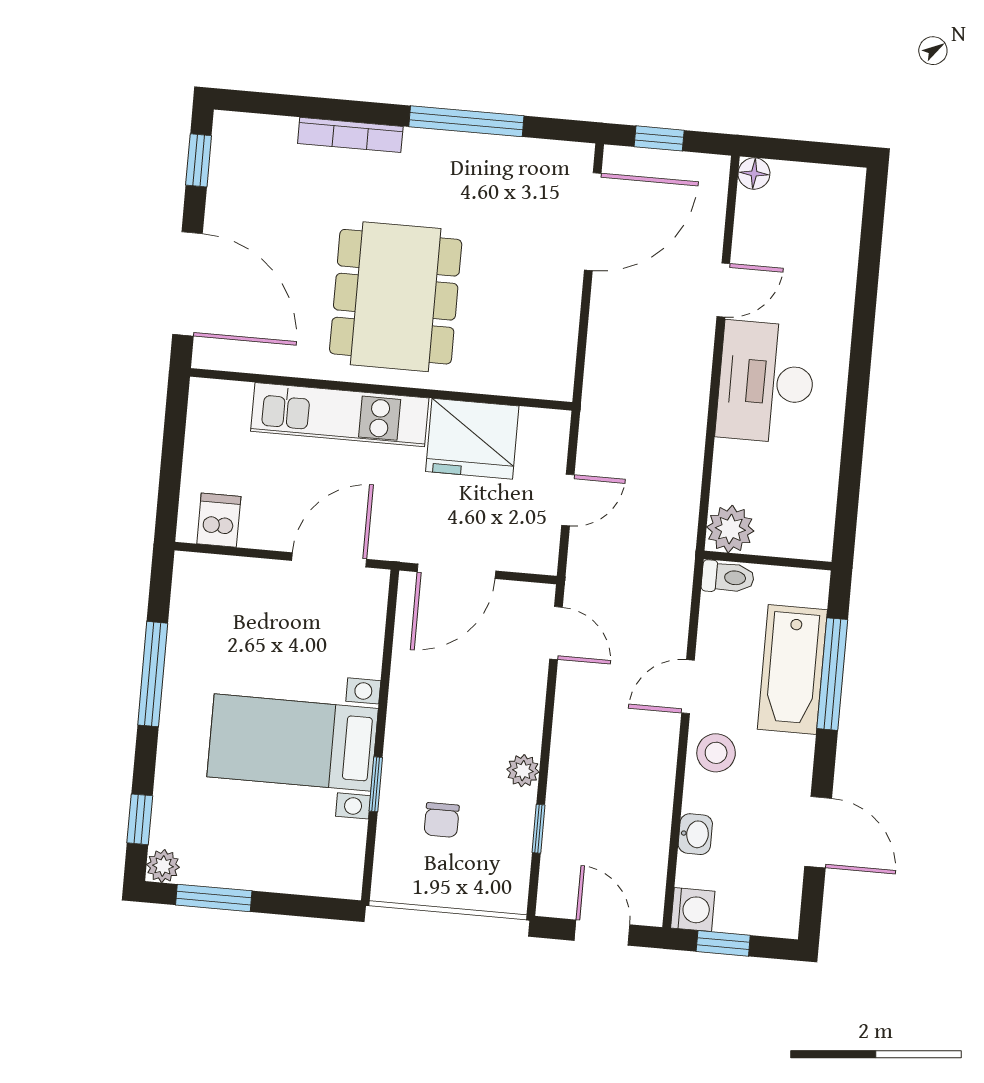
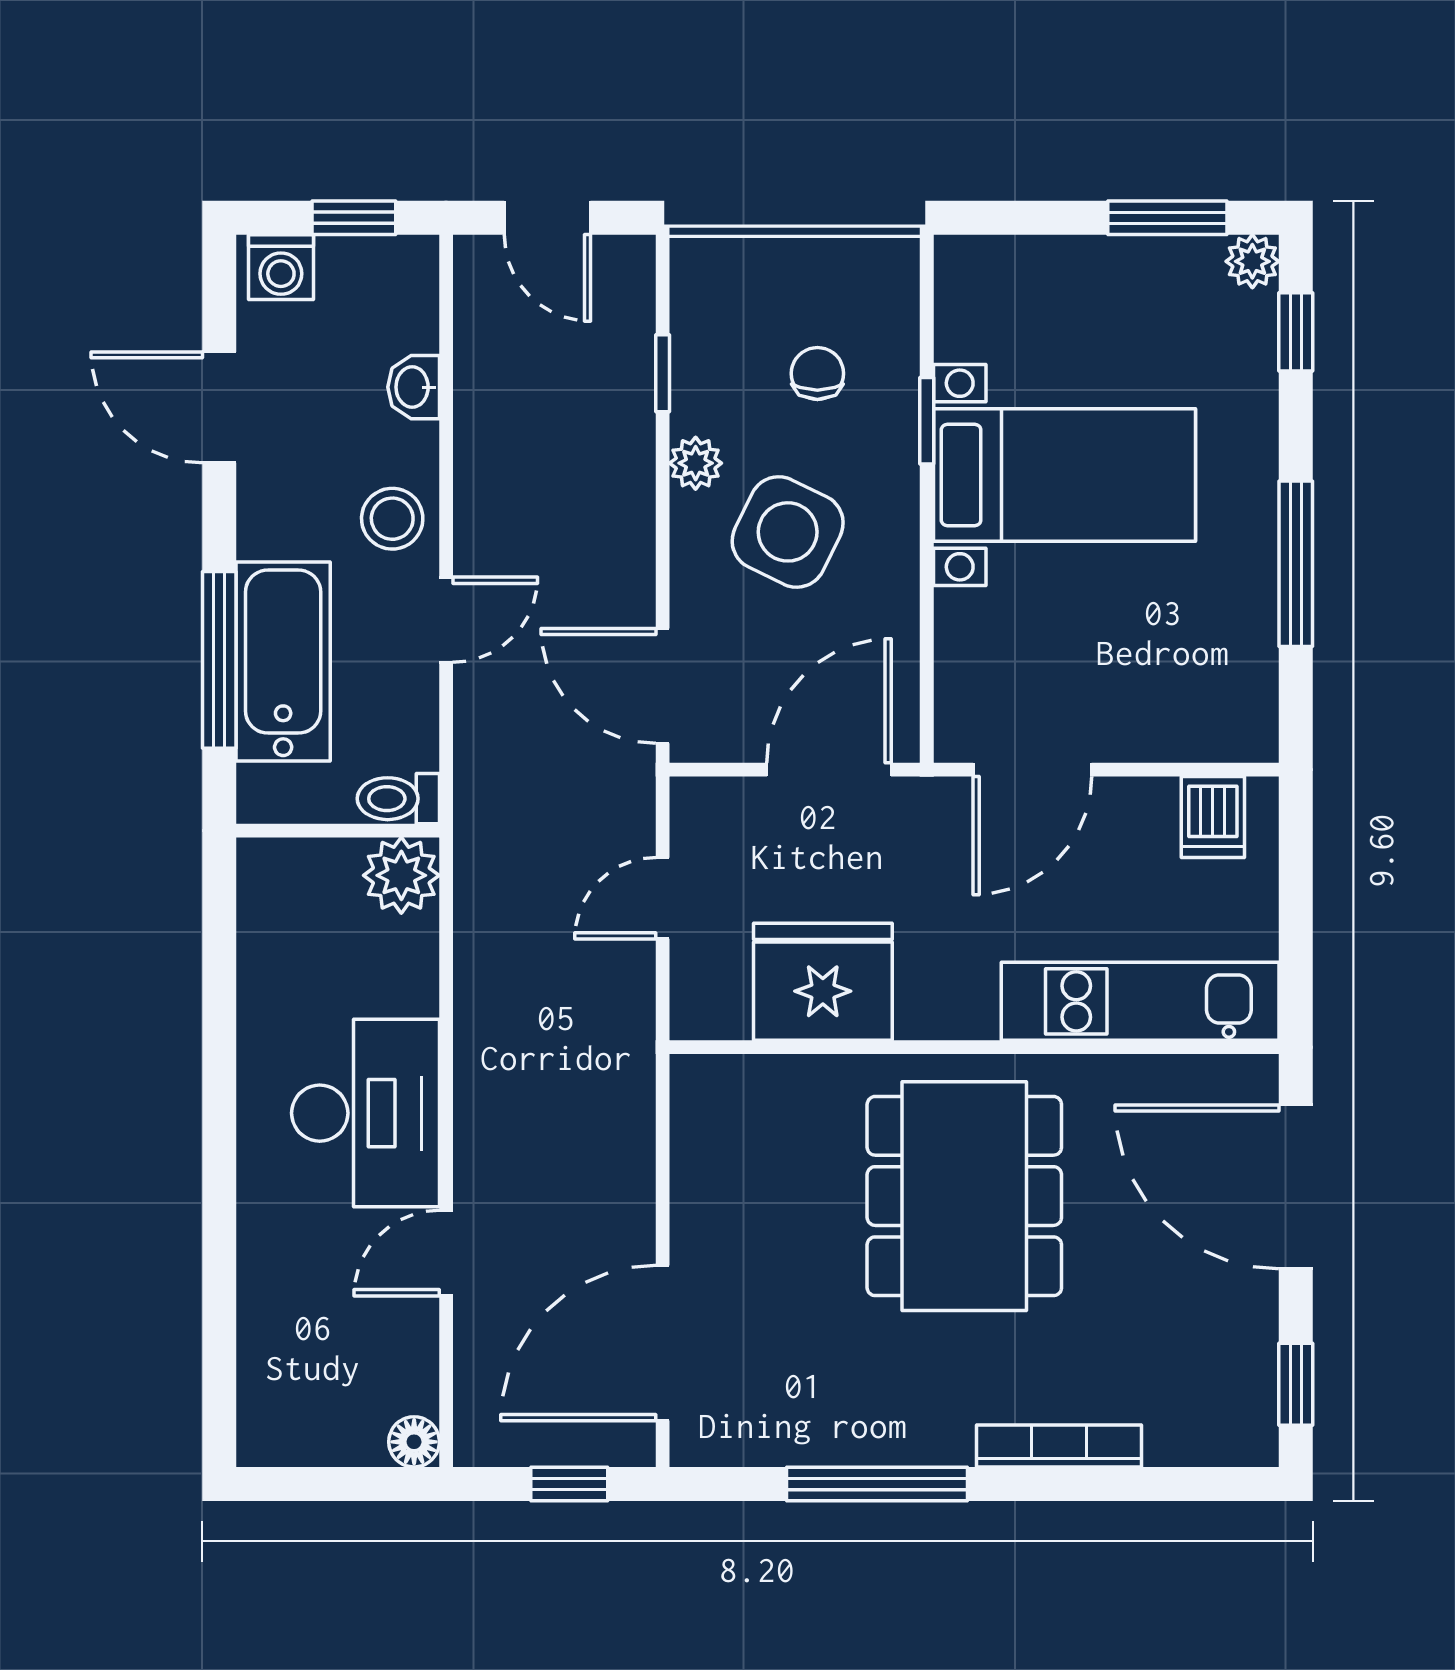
kitchen unit: (340, 415) -> (1140, 1001), moved
door: (556, 633) -> (663, 686), width x1.38
side table: (469, 722) -> (788, 532), added
washing machine: (693, 910) -> (281, 267), moved, turned -90

